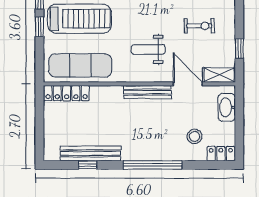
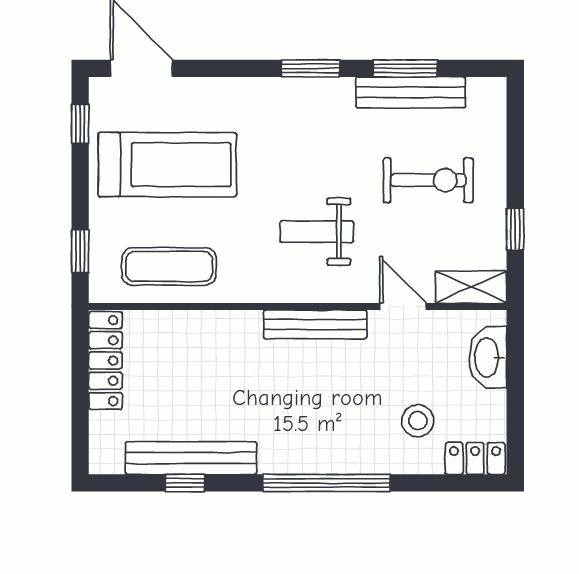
exercise bike: (199, 26) -> (428, 180), width x1.38, depth x1.39
window: (39, 27) -> (80, 251), moved
exercise mat: (80, 65) -> (169, 266), width x0.73, depth x0.69
door: (188, 84) -> (403, 307), width x0.73
locker: (67, 93) -> (105, 361), moved, turned -90

